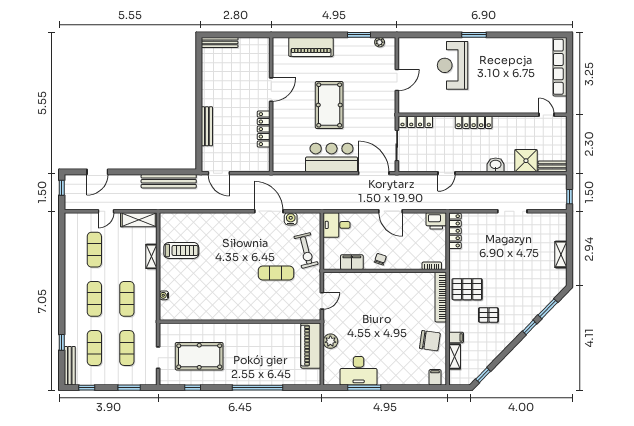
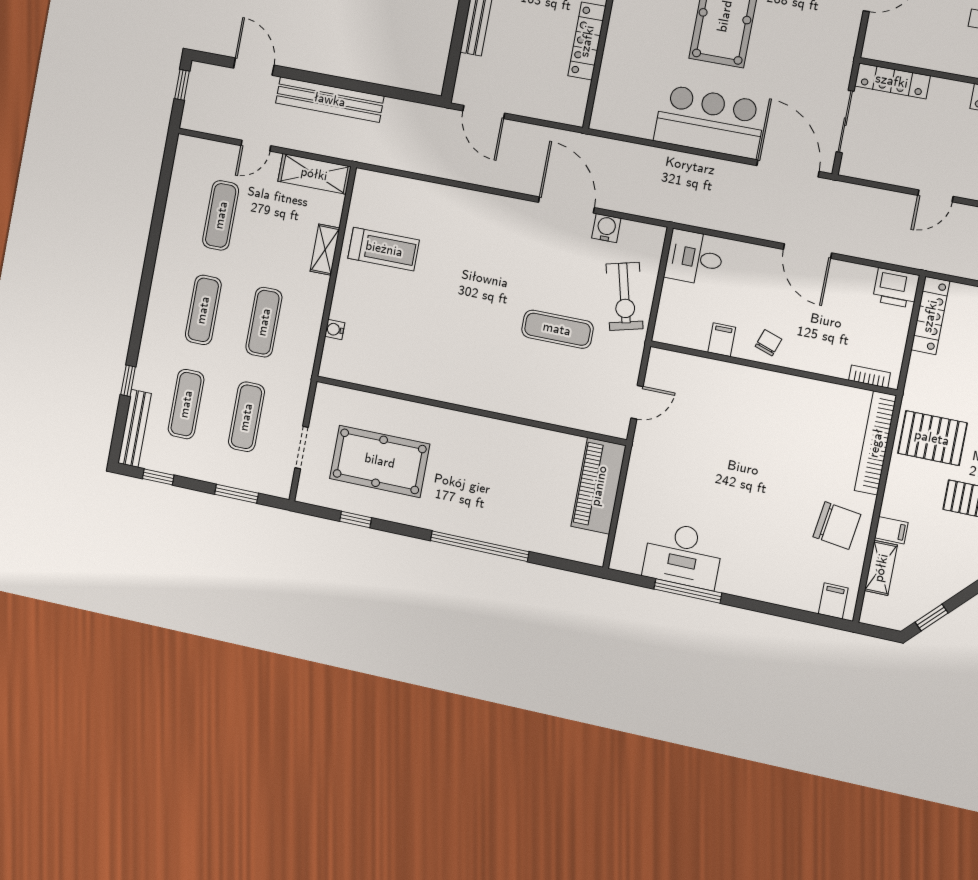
door: (97, 172) -> (254, 67), swing flipped
bench: (169, 181) -> (330, 100), moved
filing cabinet: (352, 262) -> (722, 340), width x0.50
plant: (330, 341) -> (639, 485), removed

